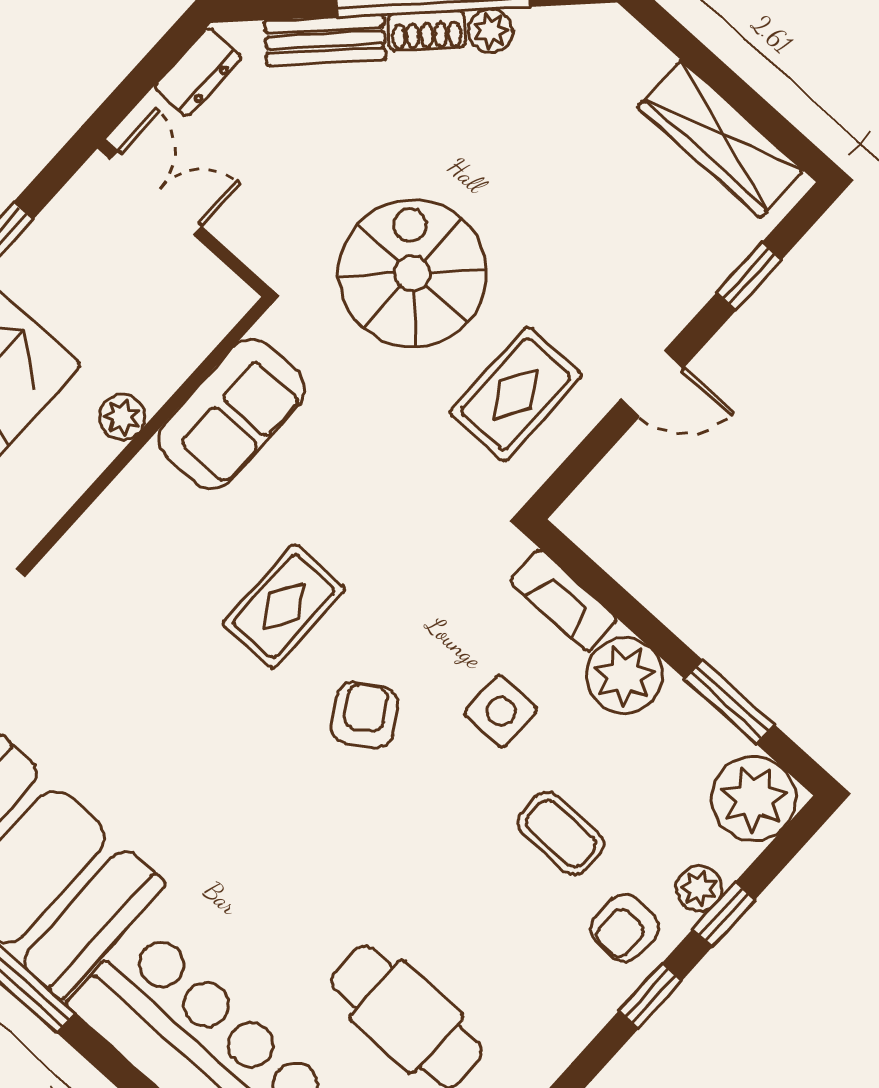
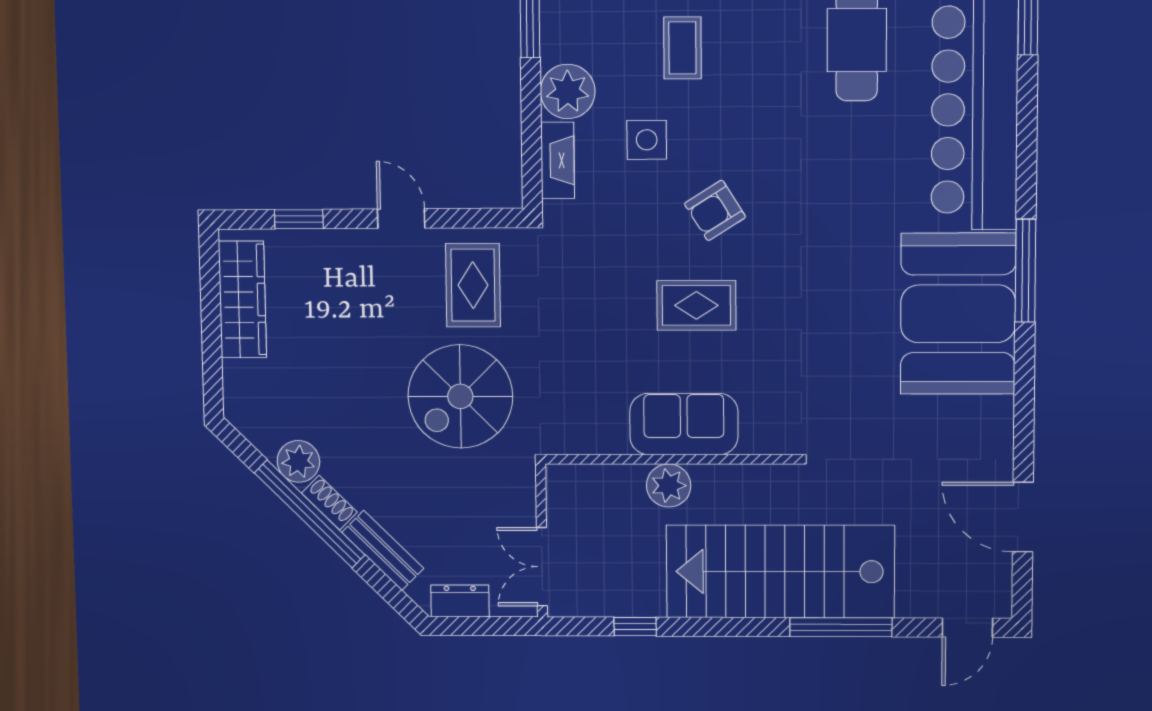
plant: (491, 31) -> (298, 461), width x1.38, depth x1.38
rug: (516, 394) -> (473, 285), turned 90
sofa: (232, 414) -> (684, 424), moved
plant: (122, 417) -> (669, 486), width x1.38, depth x1.38

